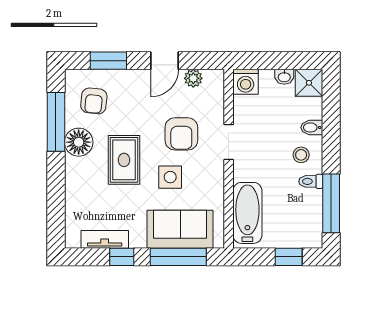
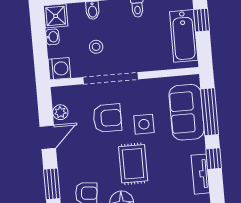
door: (165, 61) -> (48, 137), hinge flipped
doorway: (229, 142) -> (111, 78), width x1.88
stool: (301, 155) -> (96, 47), moved
rug: (124, 160) -> (133, 164), turned 90
bathtub: (247, 213) -> (184, 36), moved, turned -90

